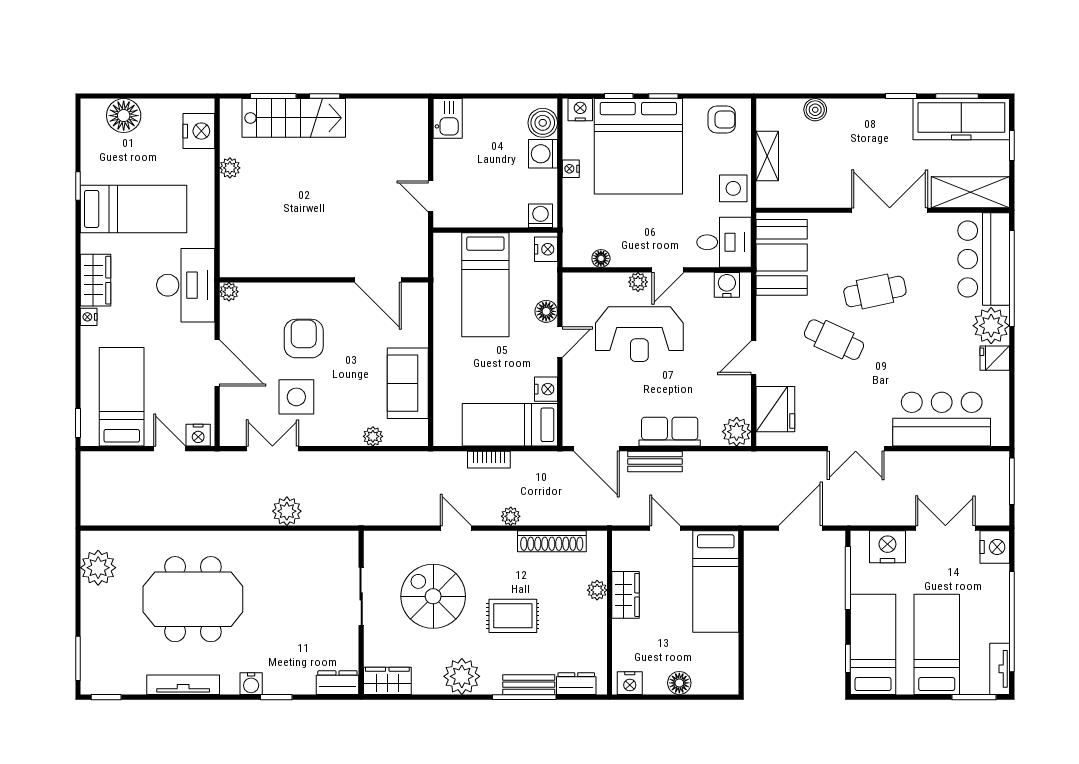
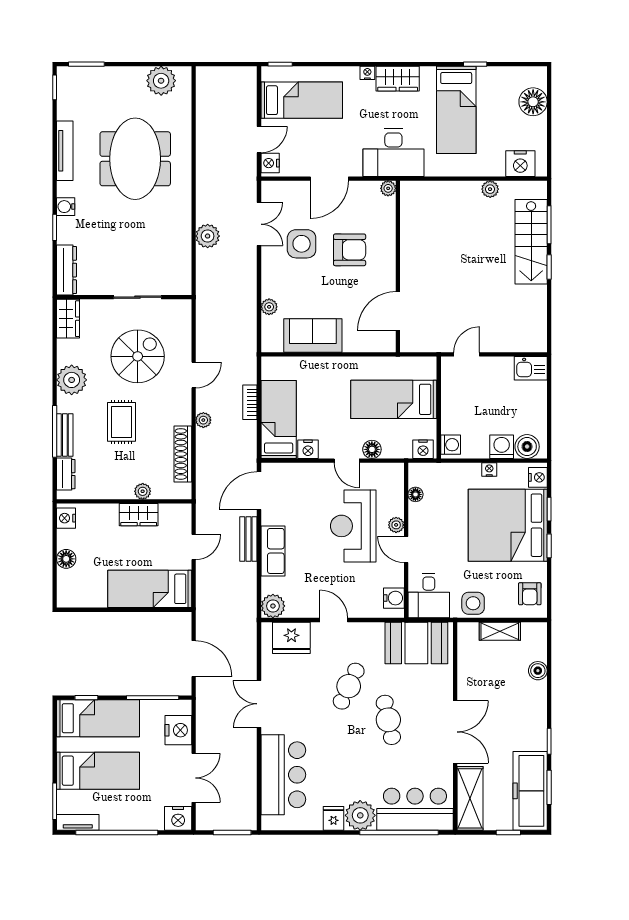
dresser: (337, 683) -> (66, 270), width x1.44

